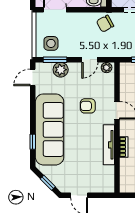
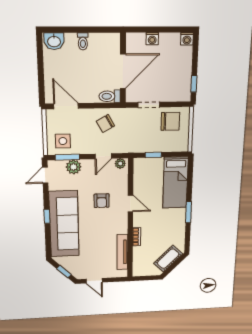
chair: (105, 24) -> (105, 124), moved
armchair: (88, 106) -> (102, 201), turned -90
window: (33, 142) -> (47, 216), moved
tv unit: (109, 145) -> (122, 252), moved

